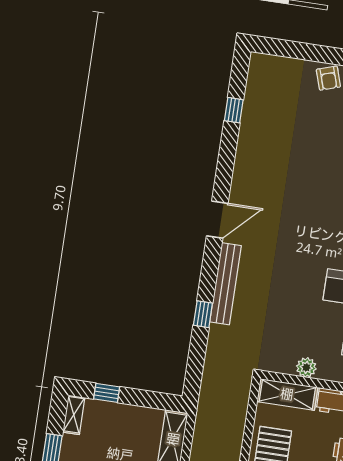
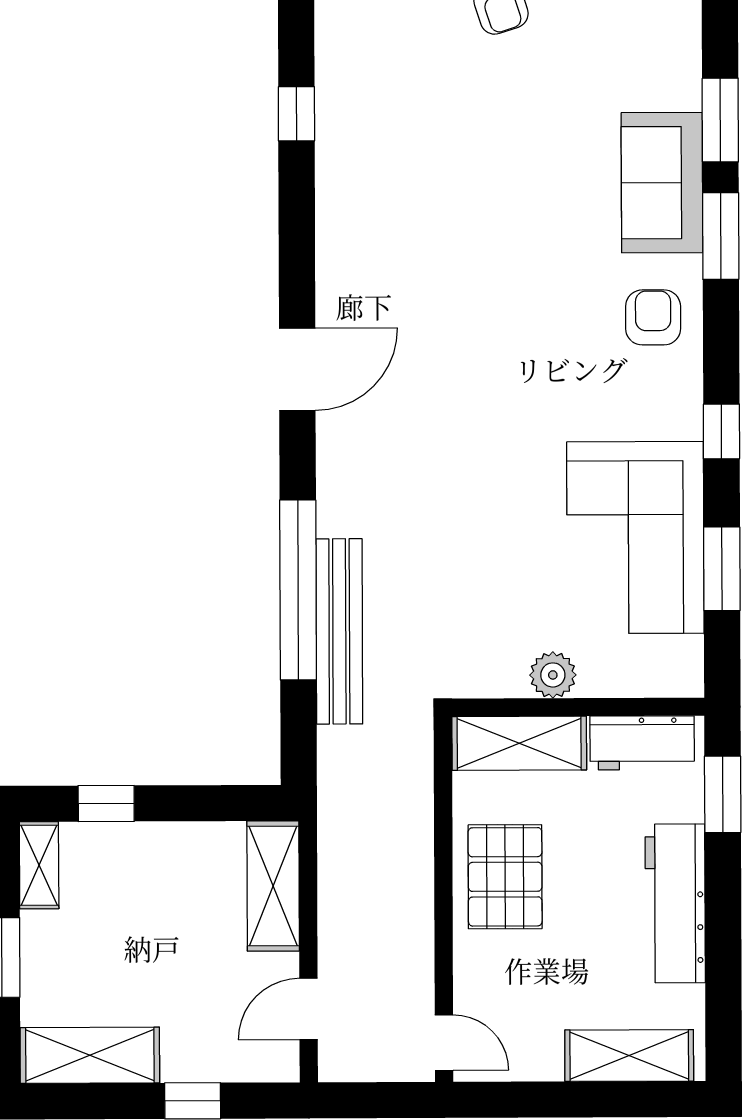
bench: (225, 284) -> (339, 631), moved
window: (203, 314) -> (298, 590), width x3.17

